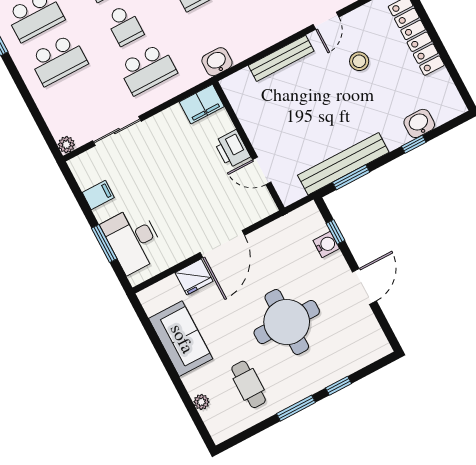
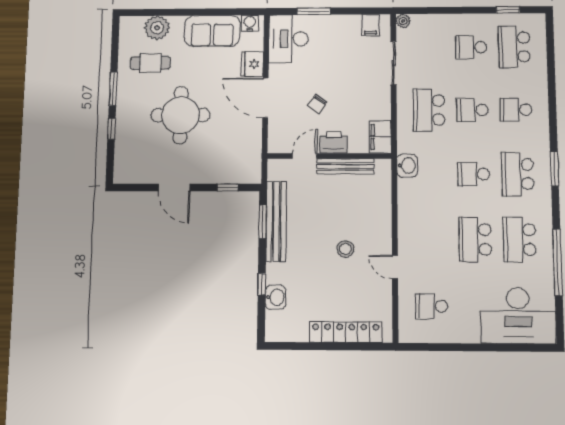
bench: (281, 58) -> (345, 166), moved, turned 90
school desk: (58, 60) -> (471, 47), width x0.54
stool: (359, 61) -> (345, 249), moved
chair: (201, 187) -> (318, 104), added
filing cabinet: (98, 195) -> (370, 25), moved
desk: (133, 240) -> (289, 39), moved, turned -90
water cooler: (326, 245) -> (250, 23), moved, turned 180
plant: (201, 402) -> (157, 28), width x1.88, depth x1.88

